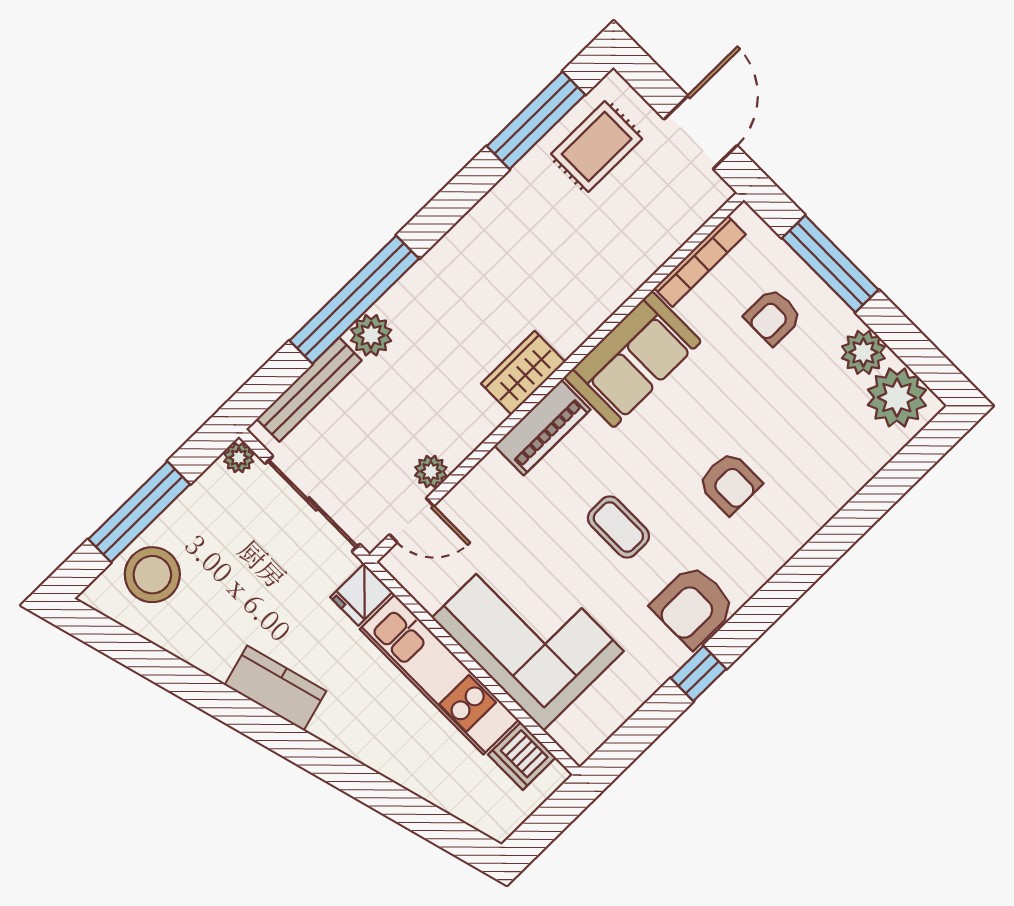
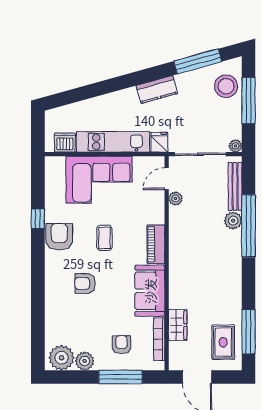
wardrobe: (523, 373) -> (178, 325), moved
coffee table: (618, 527) -> (104, 238), turned 90
window: (158, 665) -> (198, 61), added

